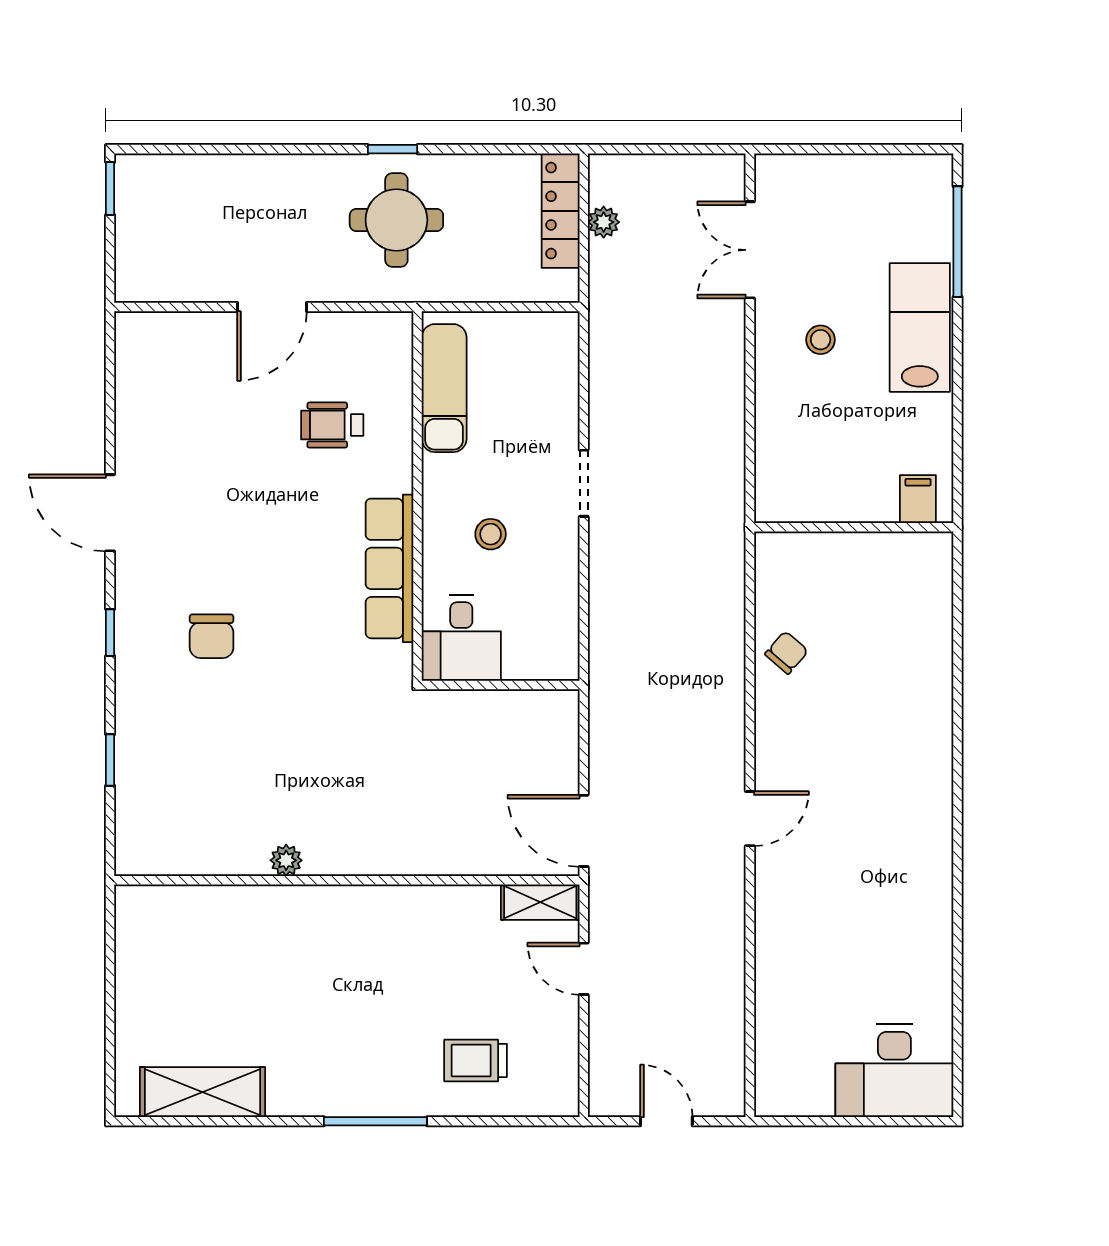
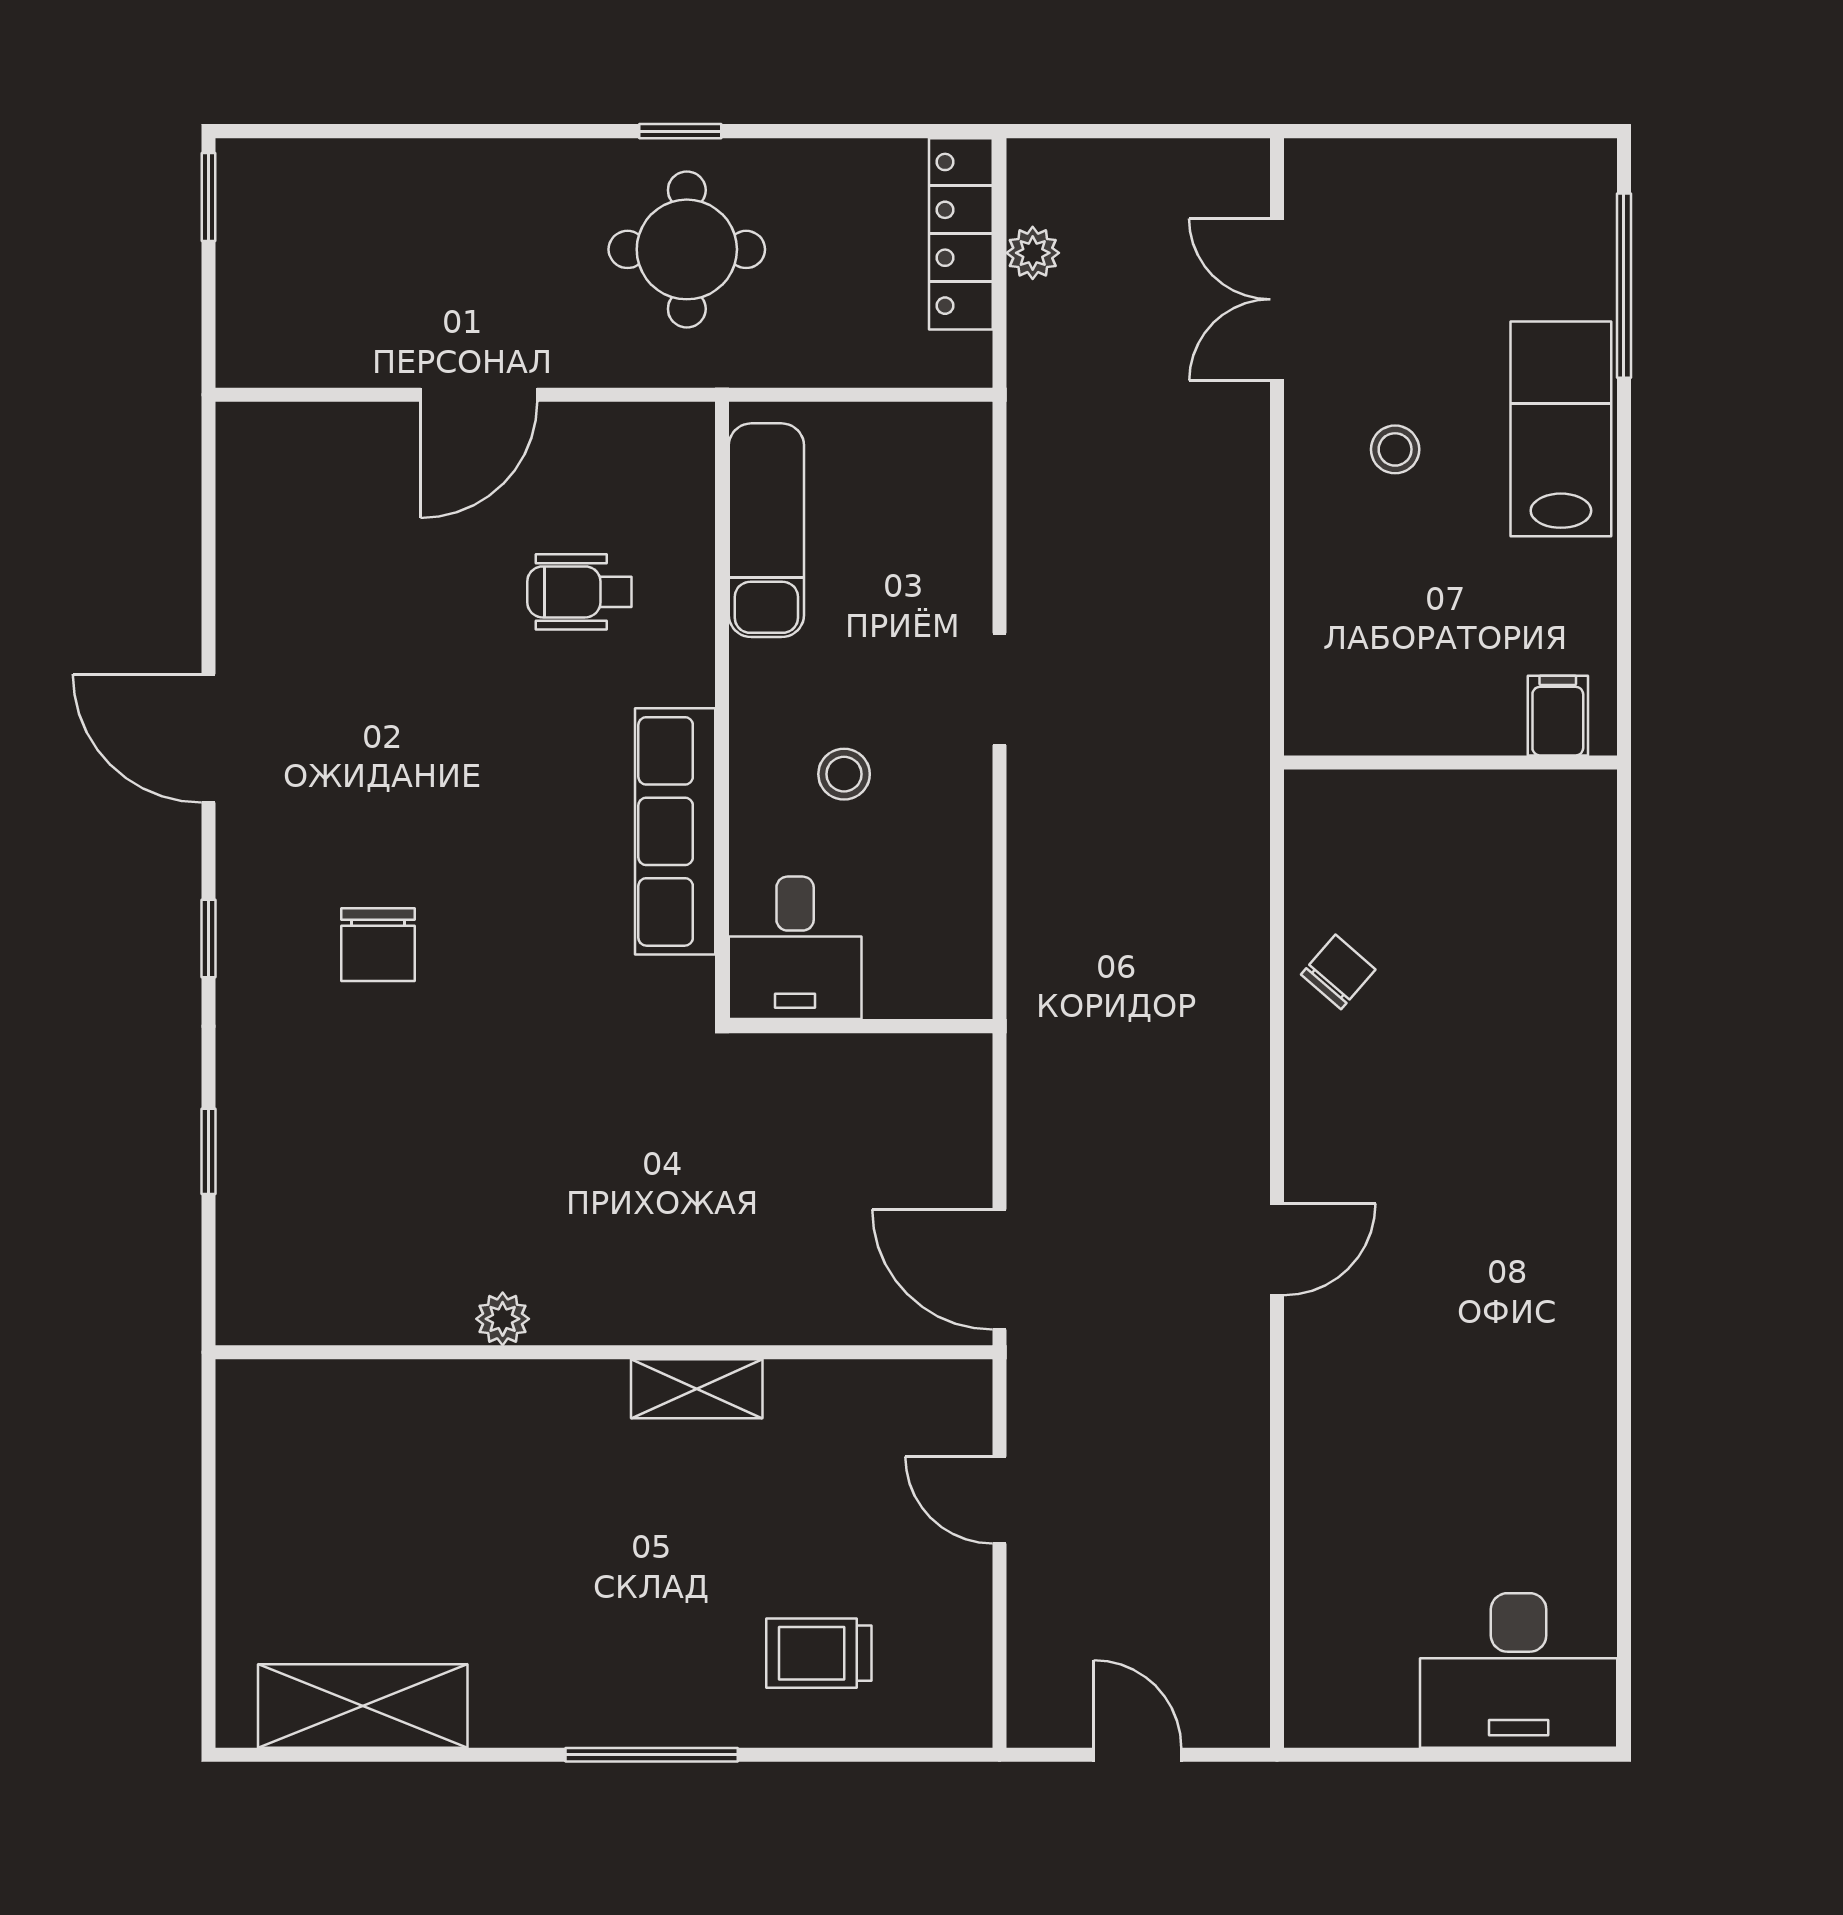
shelving: (540, 902) -> (697, 1389), moved

